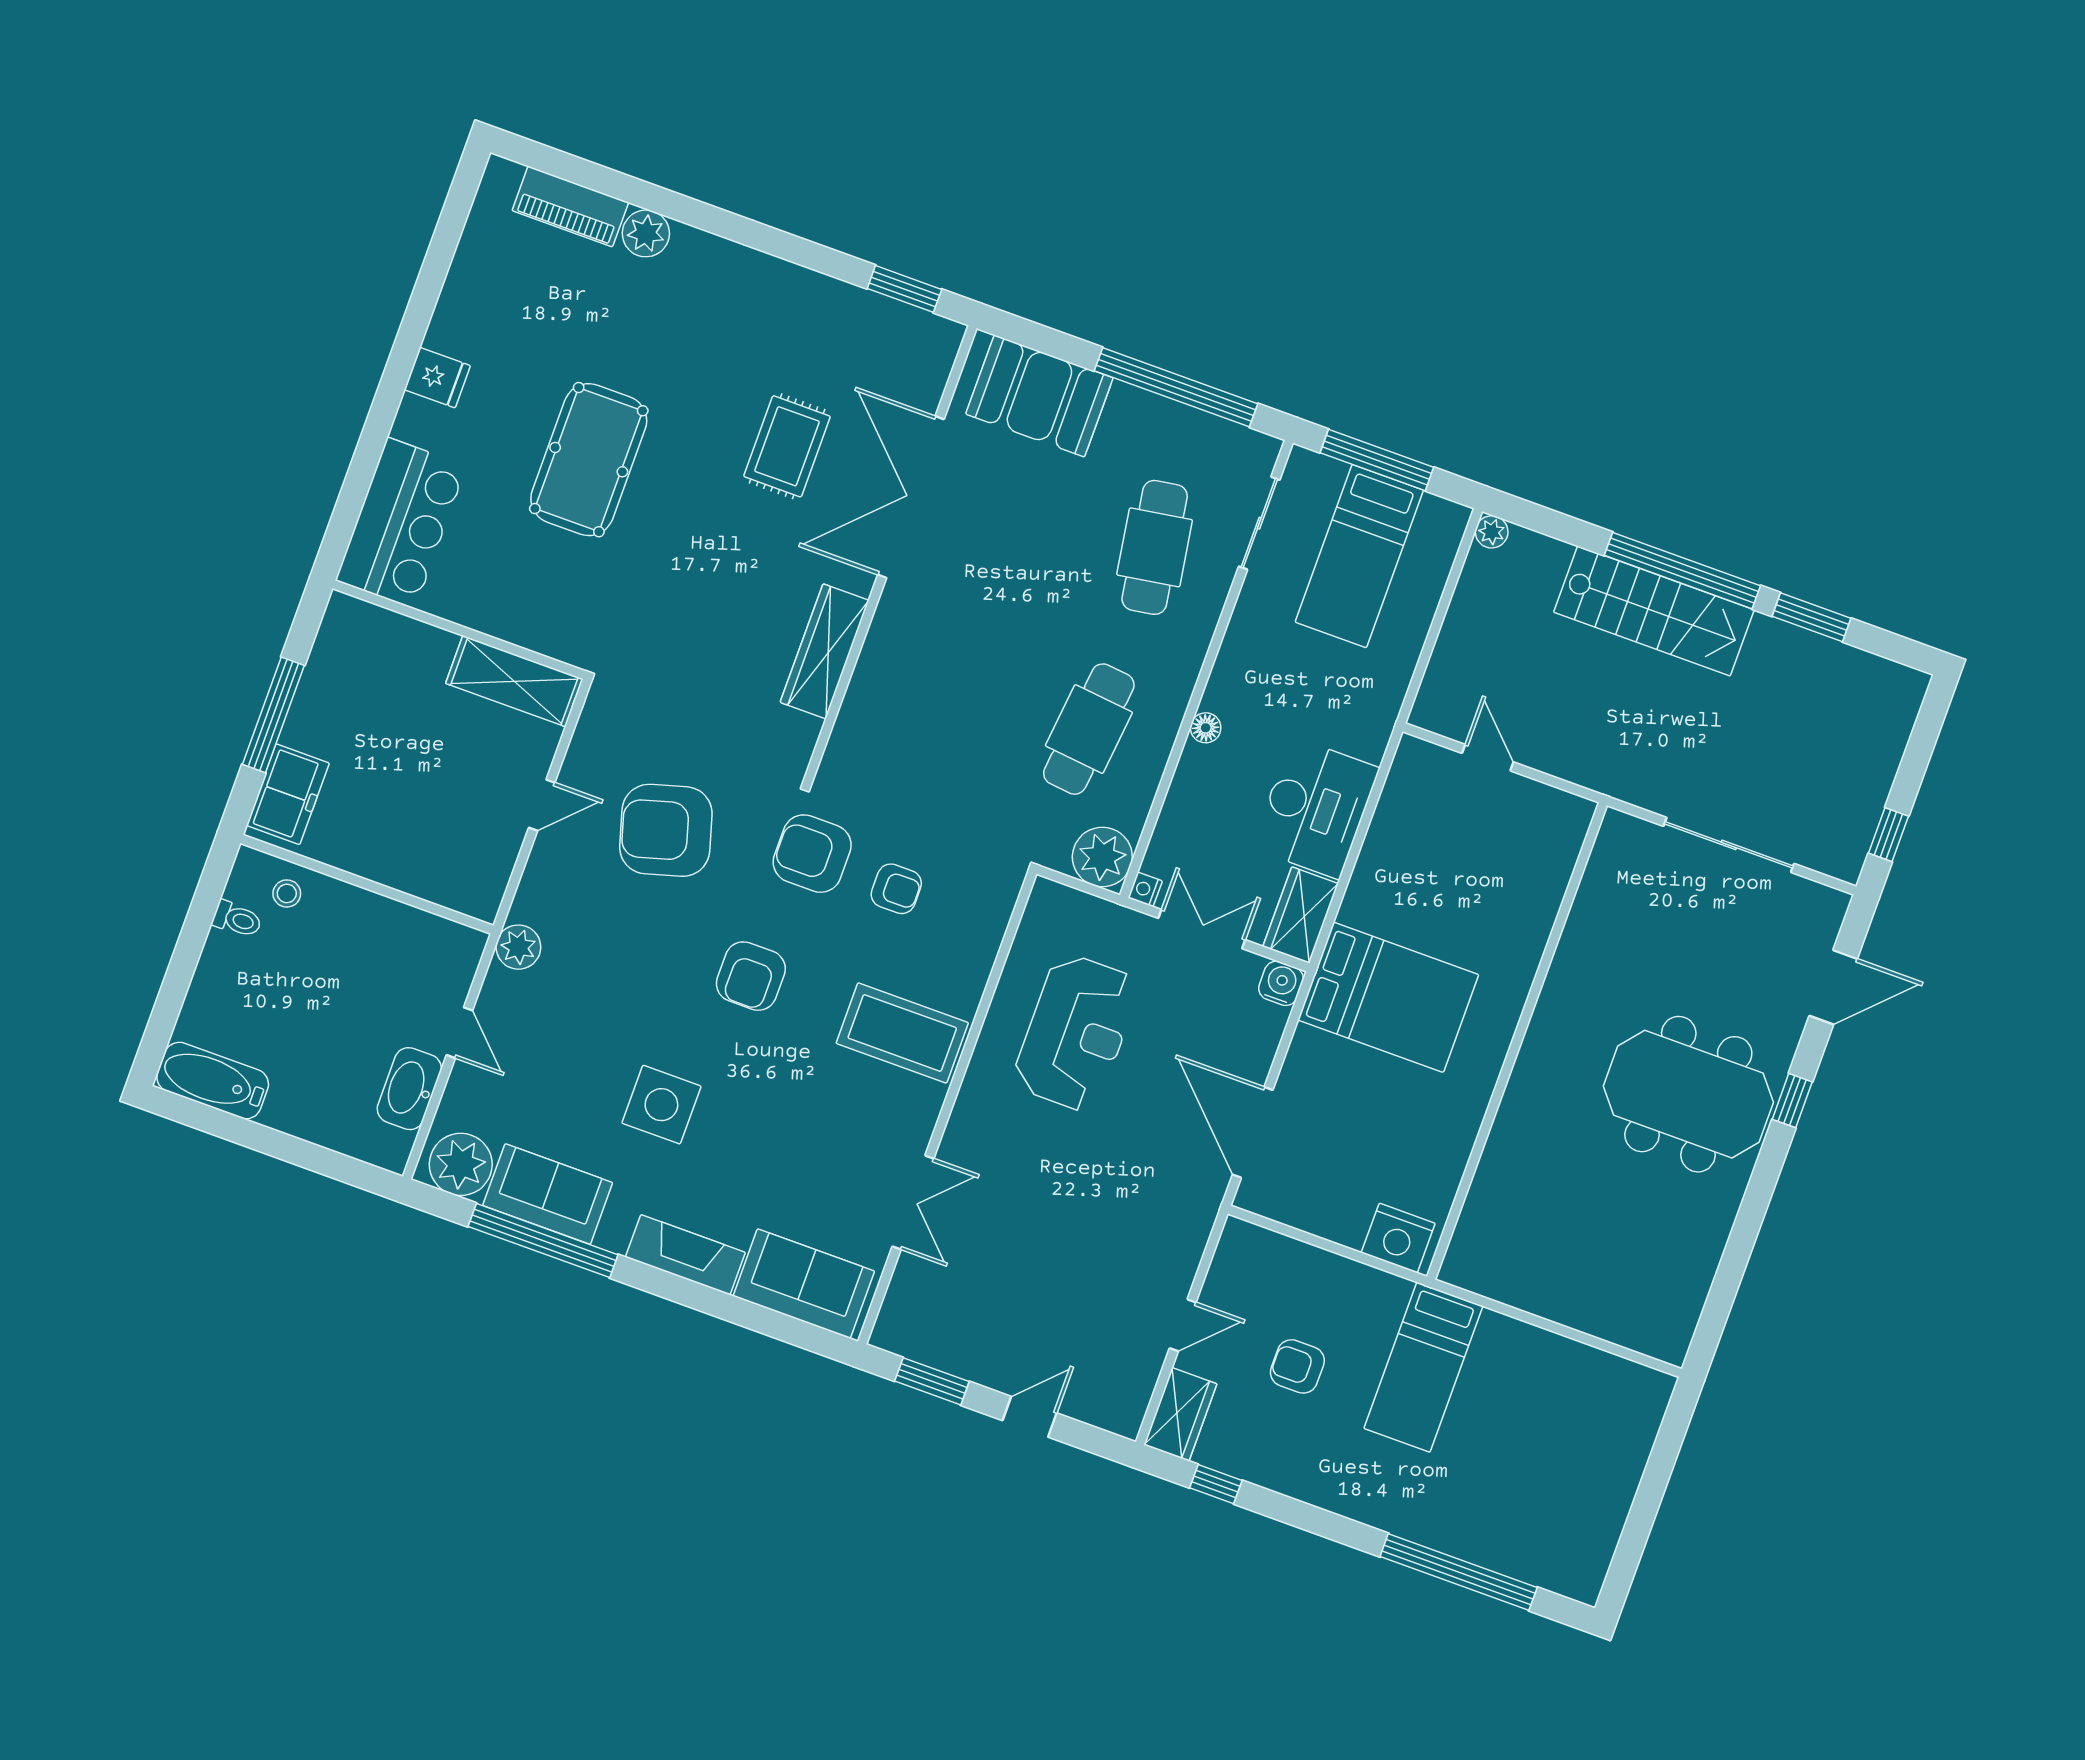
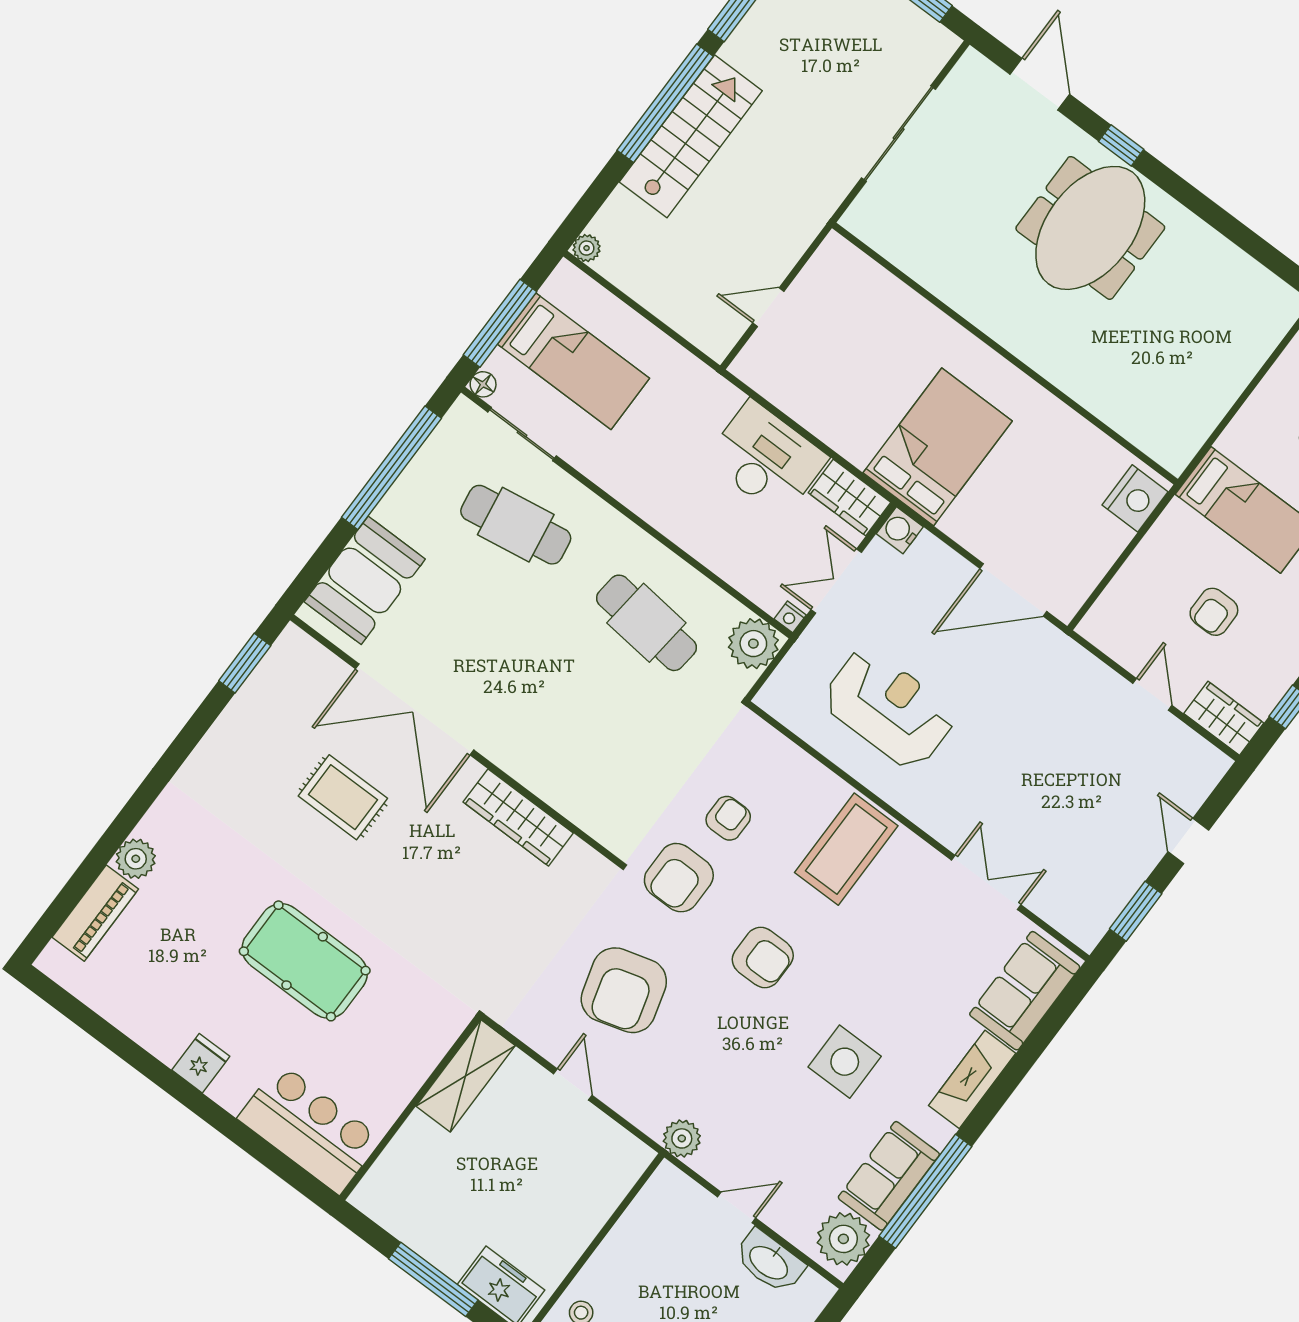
floor lamp: (1206, 728) -> (483, 384), moved

